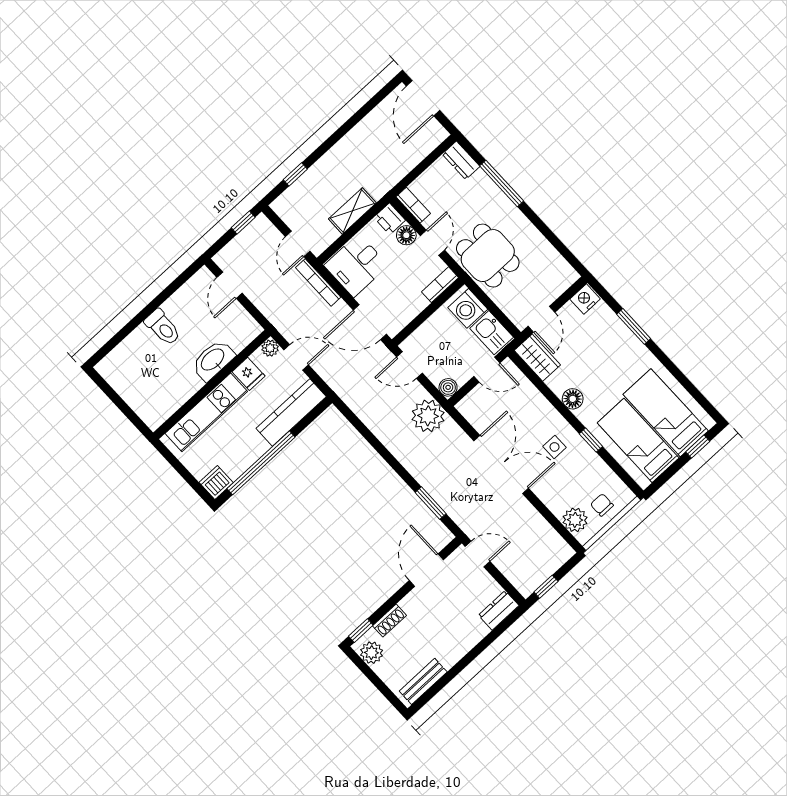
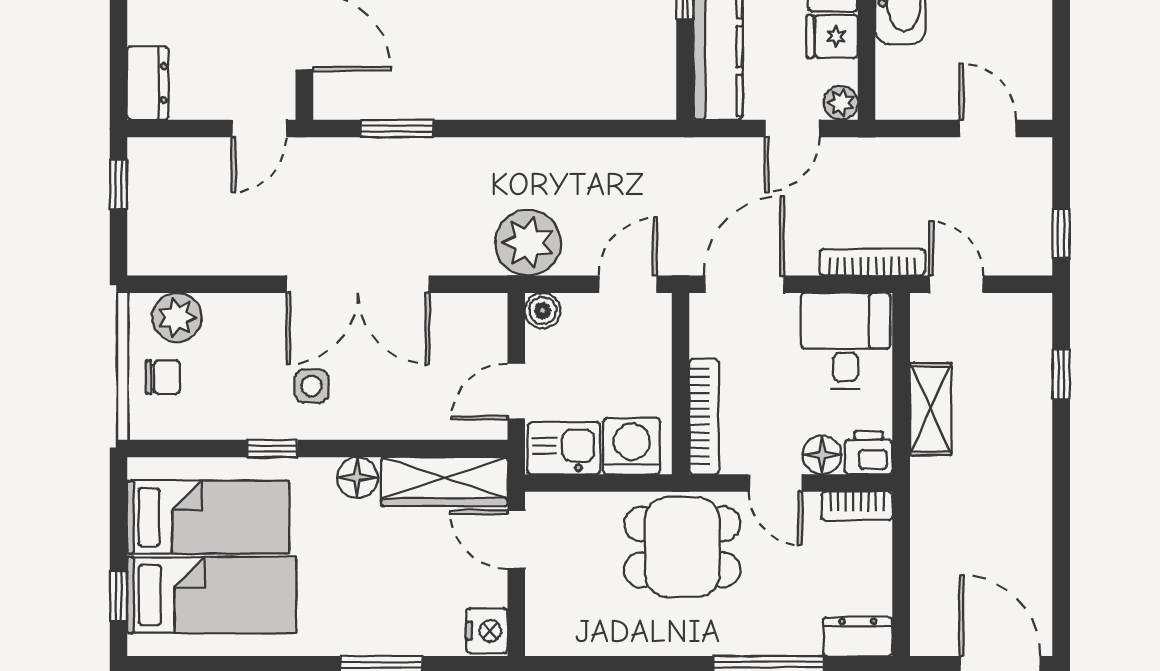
bookcase: (440, 285) -> (704, 417), width x1.56
wardrobe: (537, 358) -> (444, 482), width x1.50

